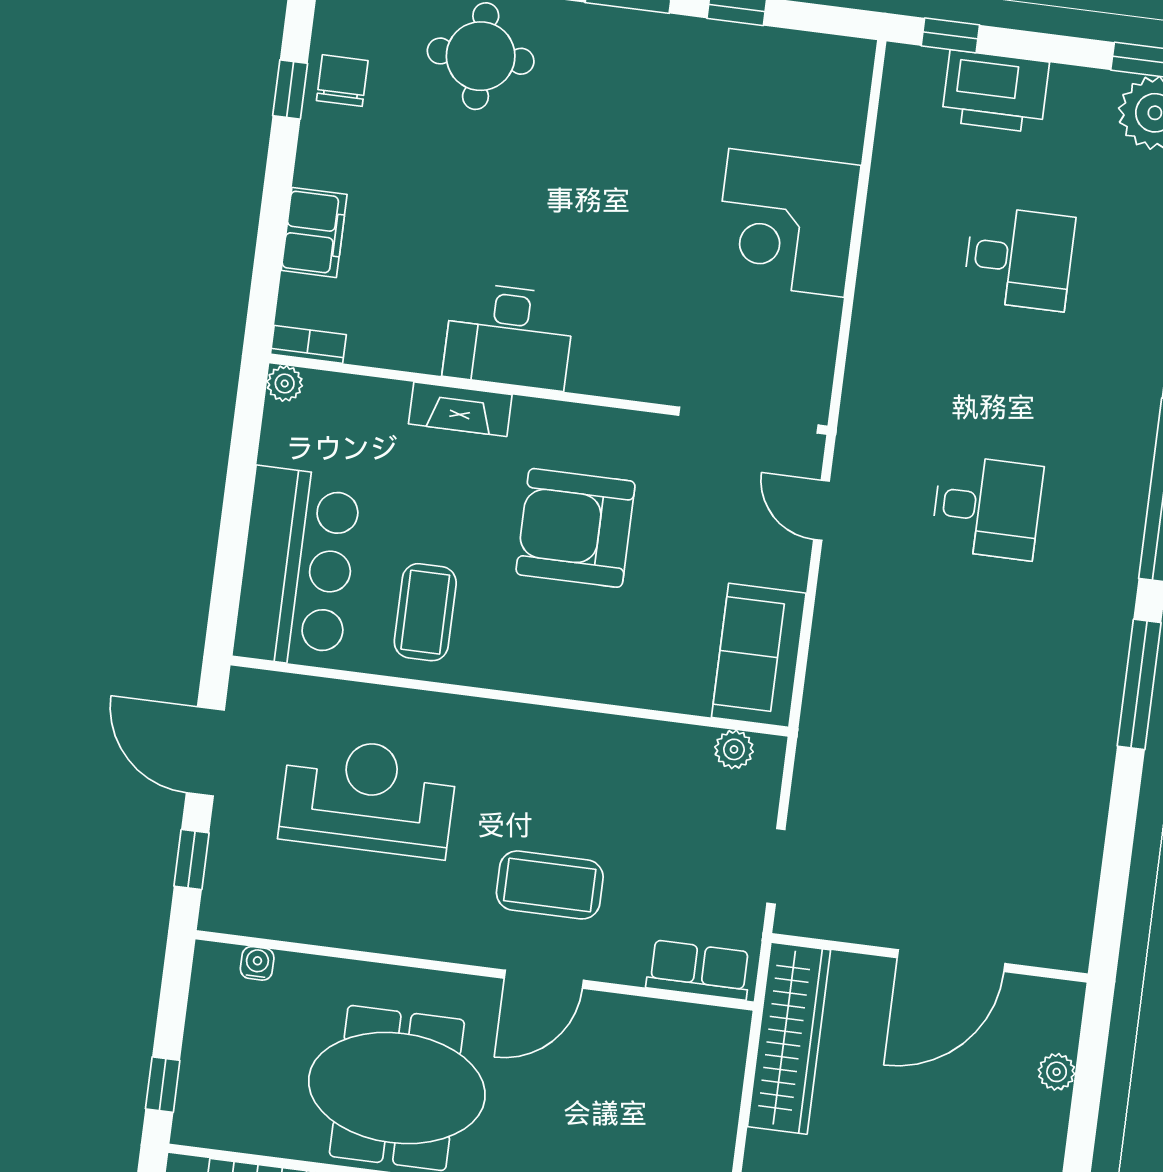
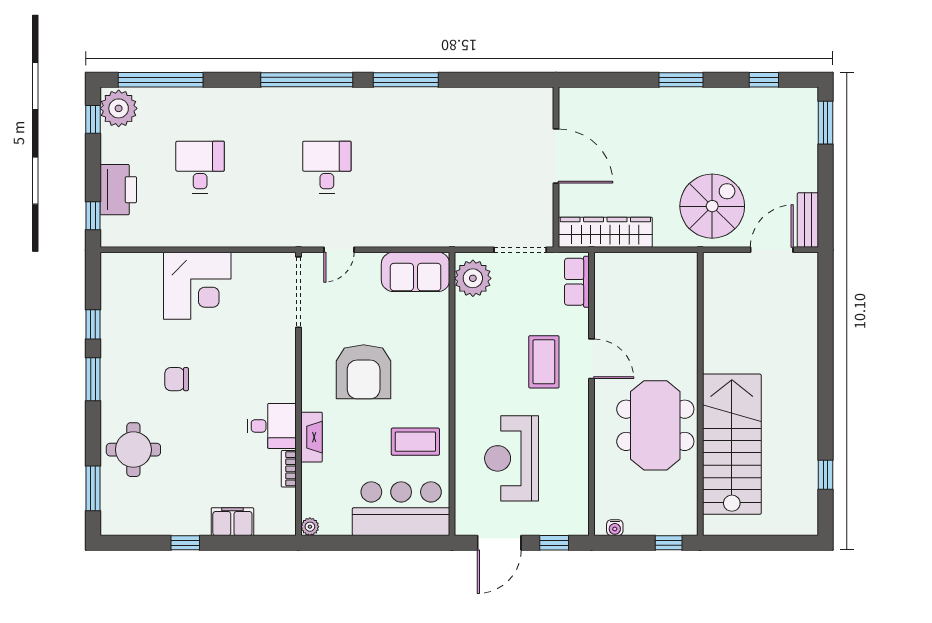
chair: (342, 81) -> (177, 379), moved
window: (290, 89) -> (185, 543), moved
desk: (509, 336) -> (272, 426), width x0.73
bookcase: (308, 344) -> (289, 469), moved
plant: (734, 749) -> (473, 278), width x1.88, depth x1.88
doorway: (776, 866) -> (520, 250), width x1.38
water cooler: (257, 963) -> (615, 528), moved, turned -90
plant: (1057, 1072) -> (605, 96), removed

